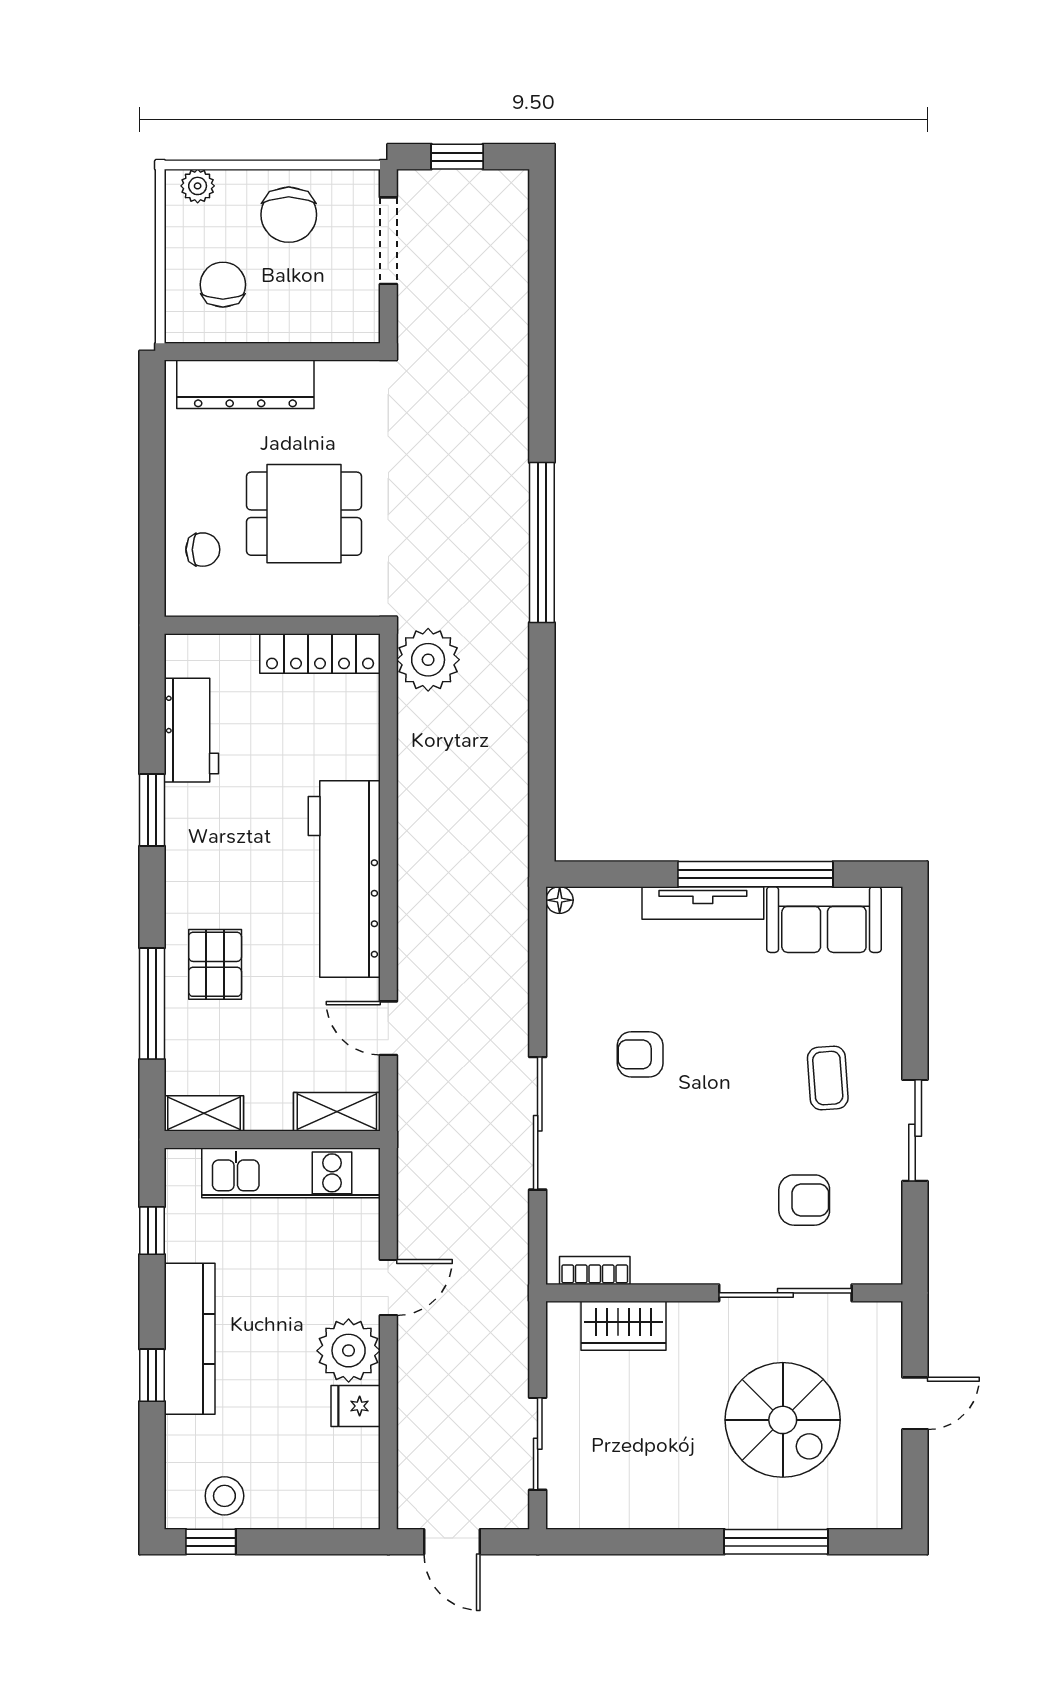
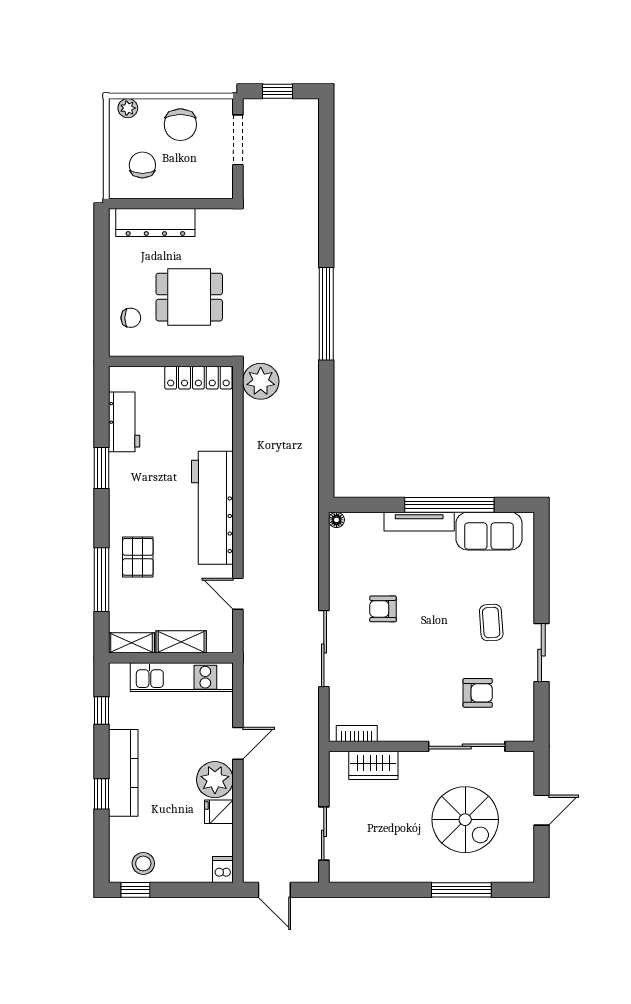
shelving: (337, 1112) -> (181, 642), moved
dishwasher: (362, 1507) -> (223, 870), added

